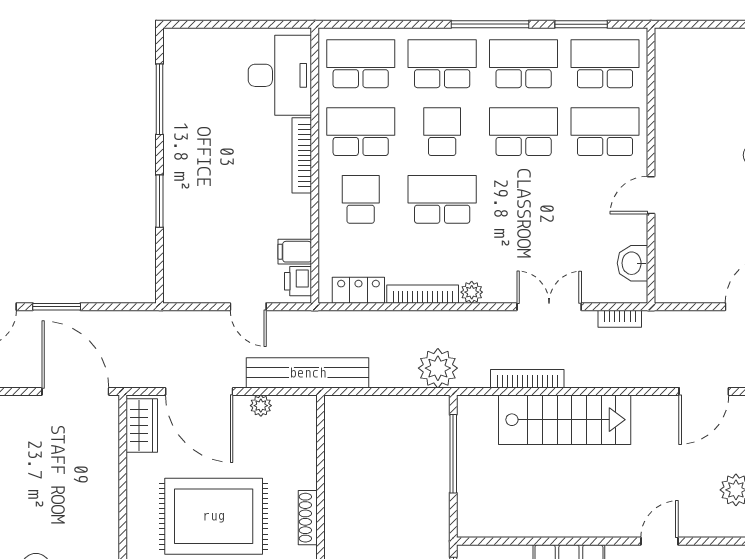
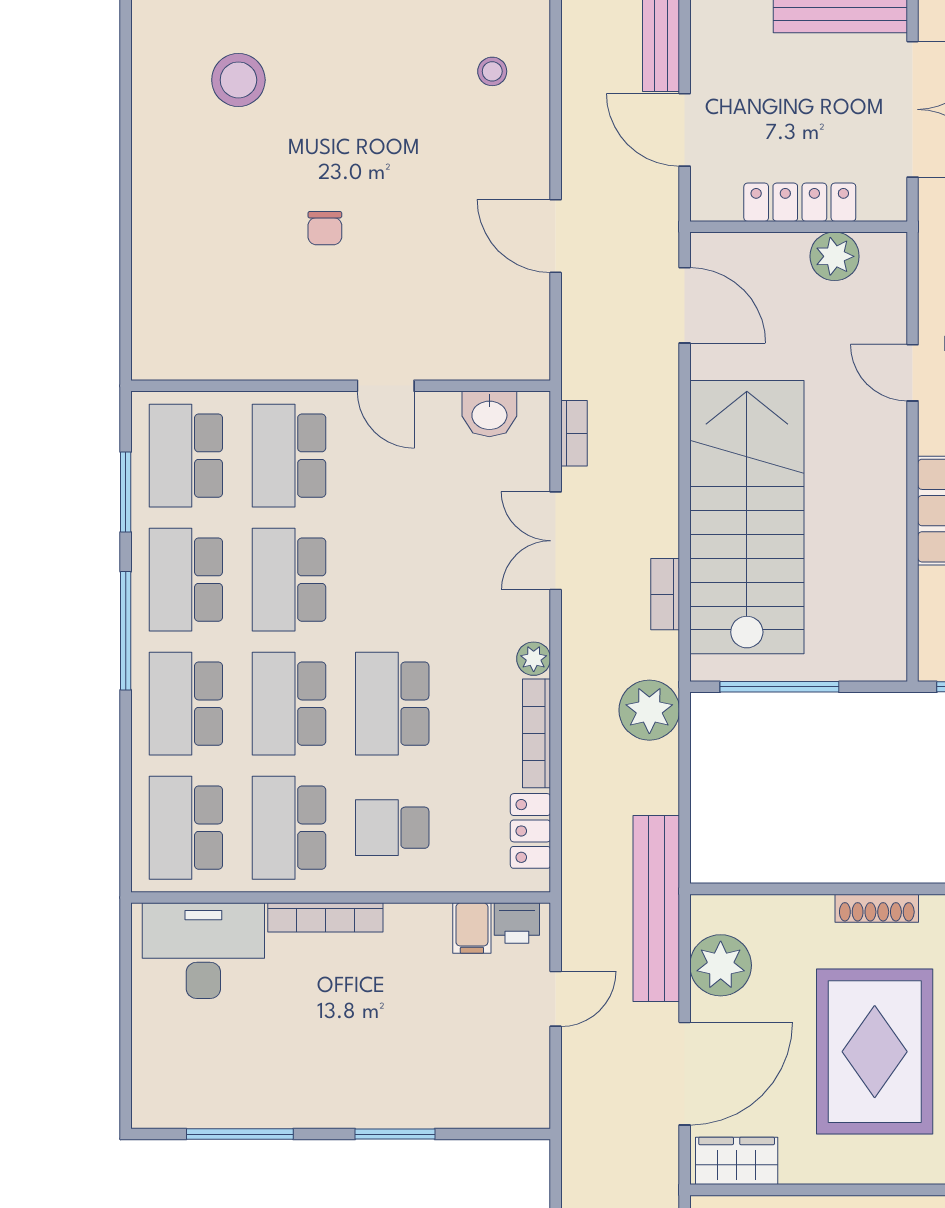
school desk: (442, 132) -> (289, 704), width x1.85
bookcase: (527, 379) -> (665, 594), width x0.64
plant: (261, 406) -> (721, 965), width x1.87, depth x1.87
stairs: (565, 420) -> (747, 517), width x1.36, depth x1.51

